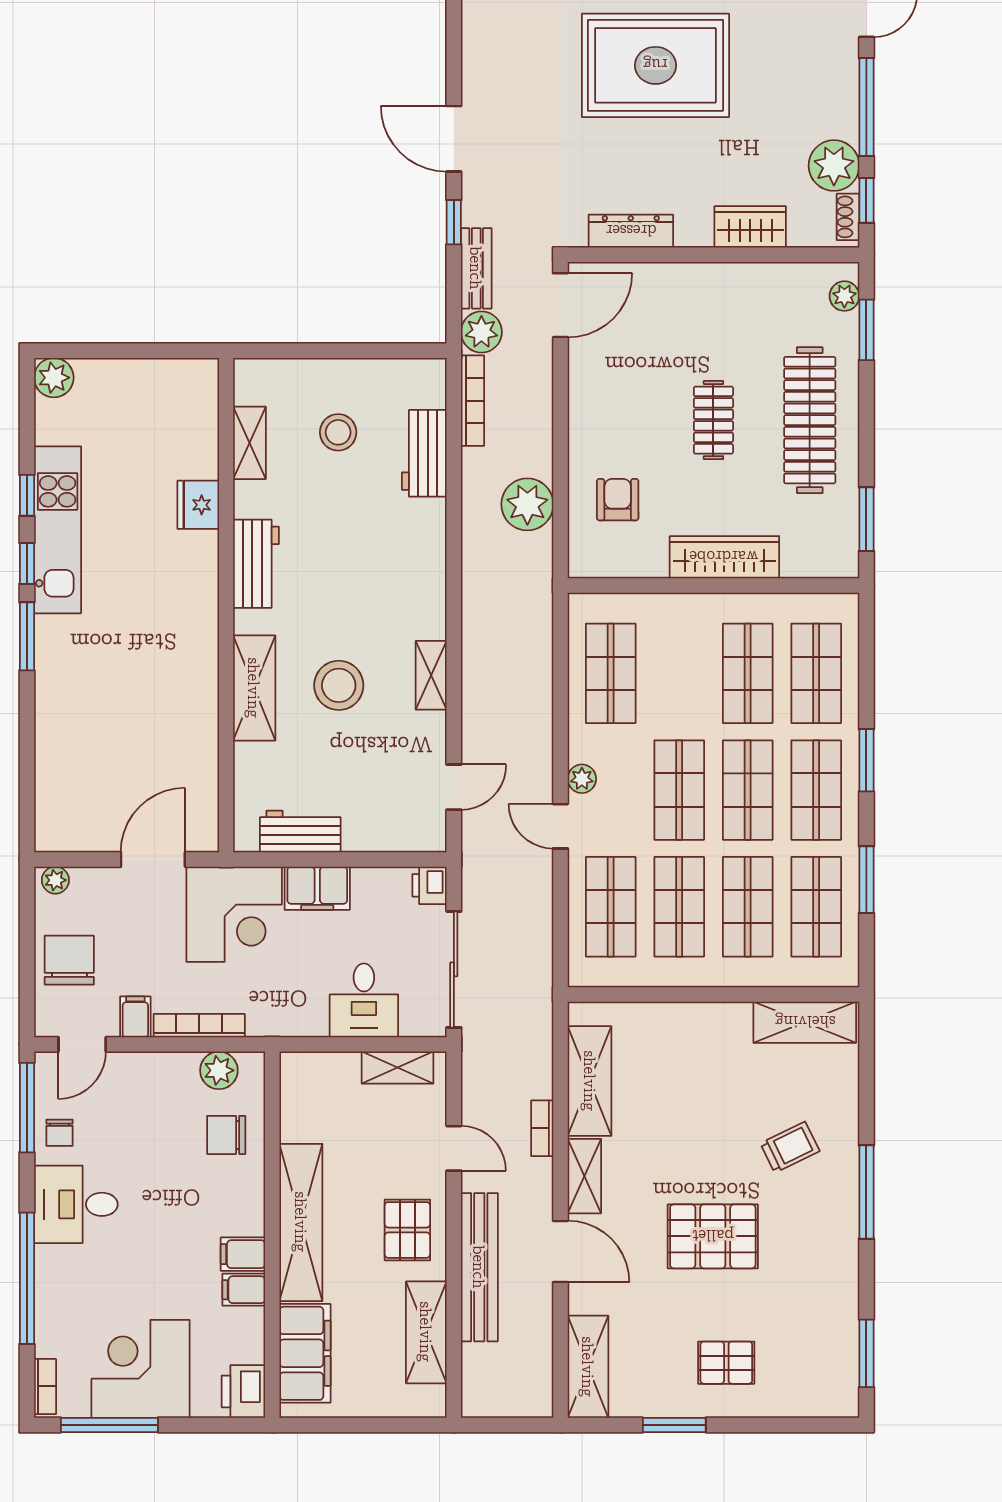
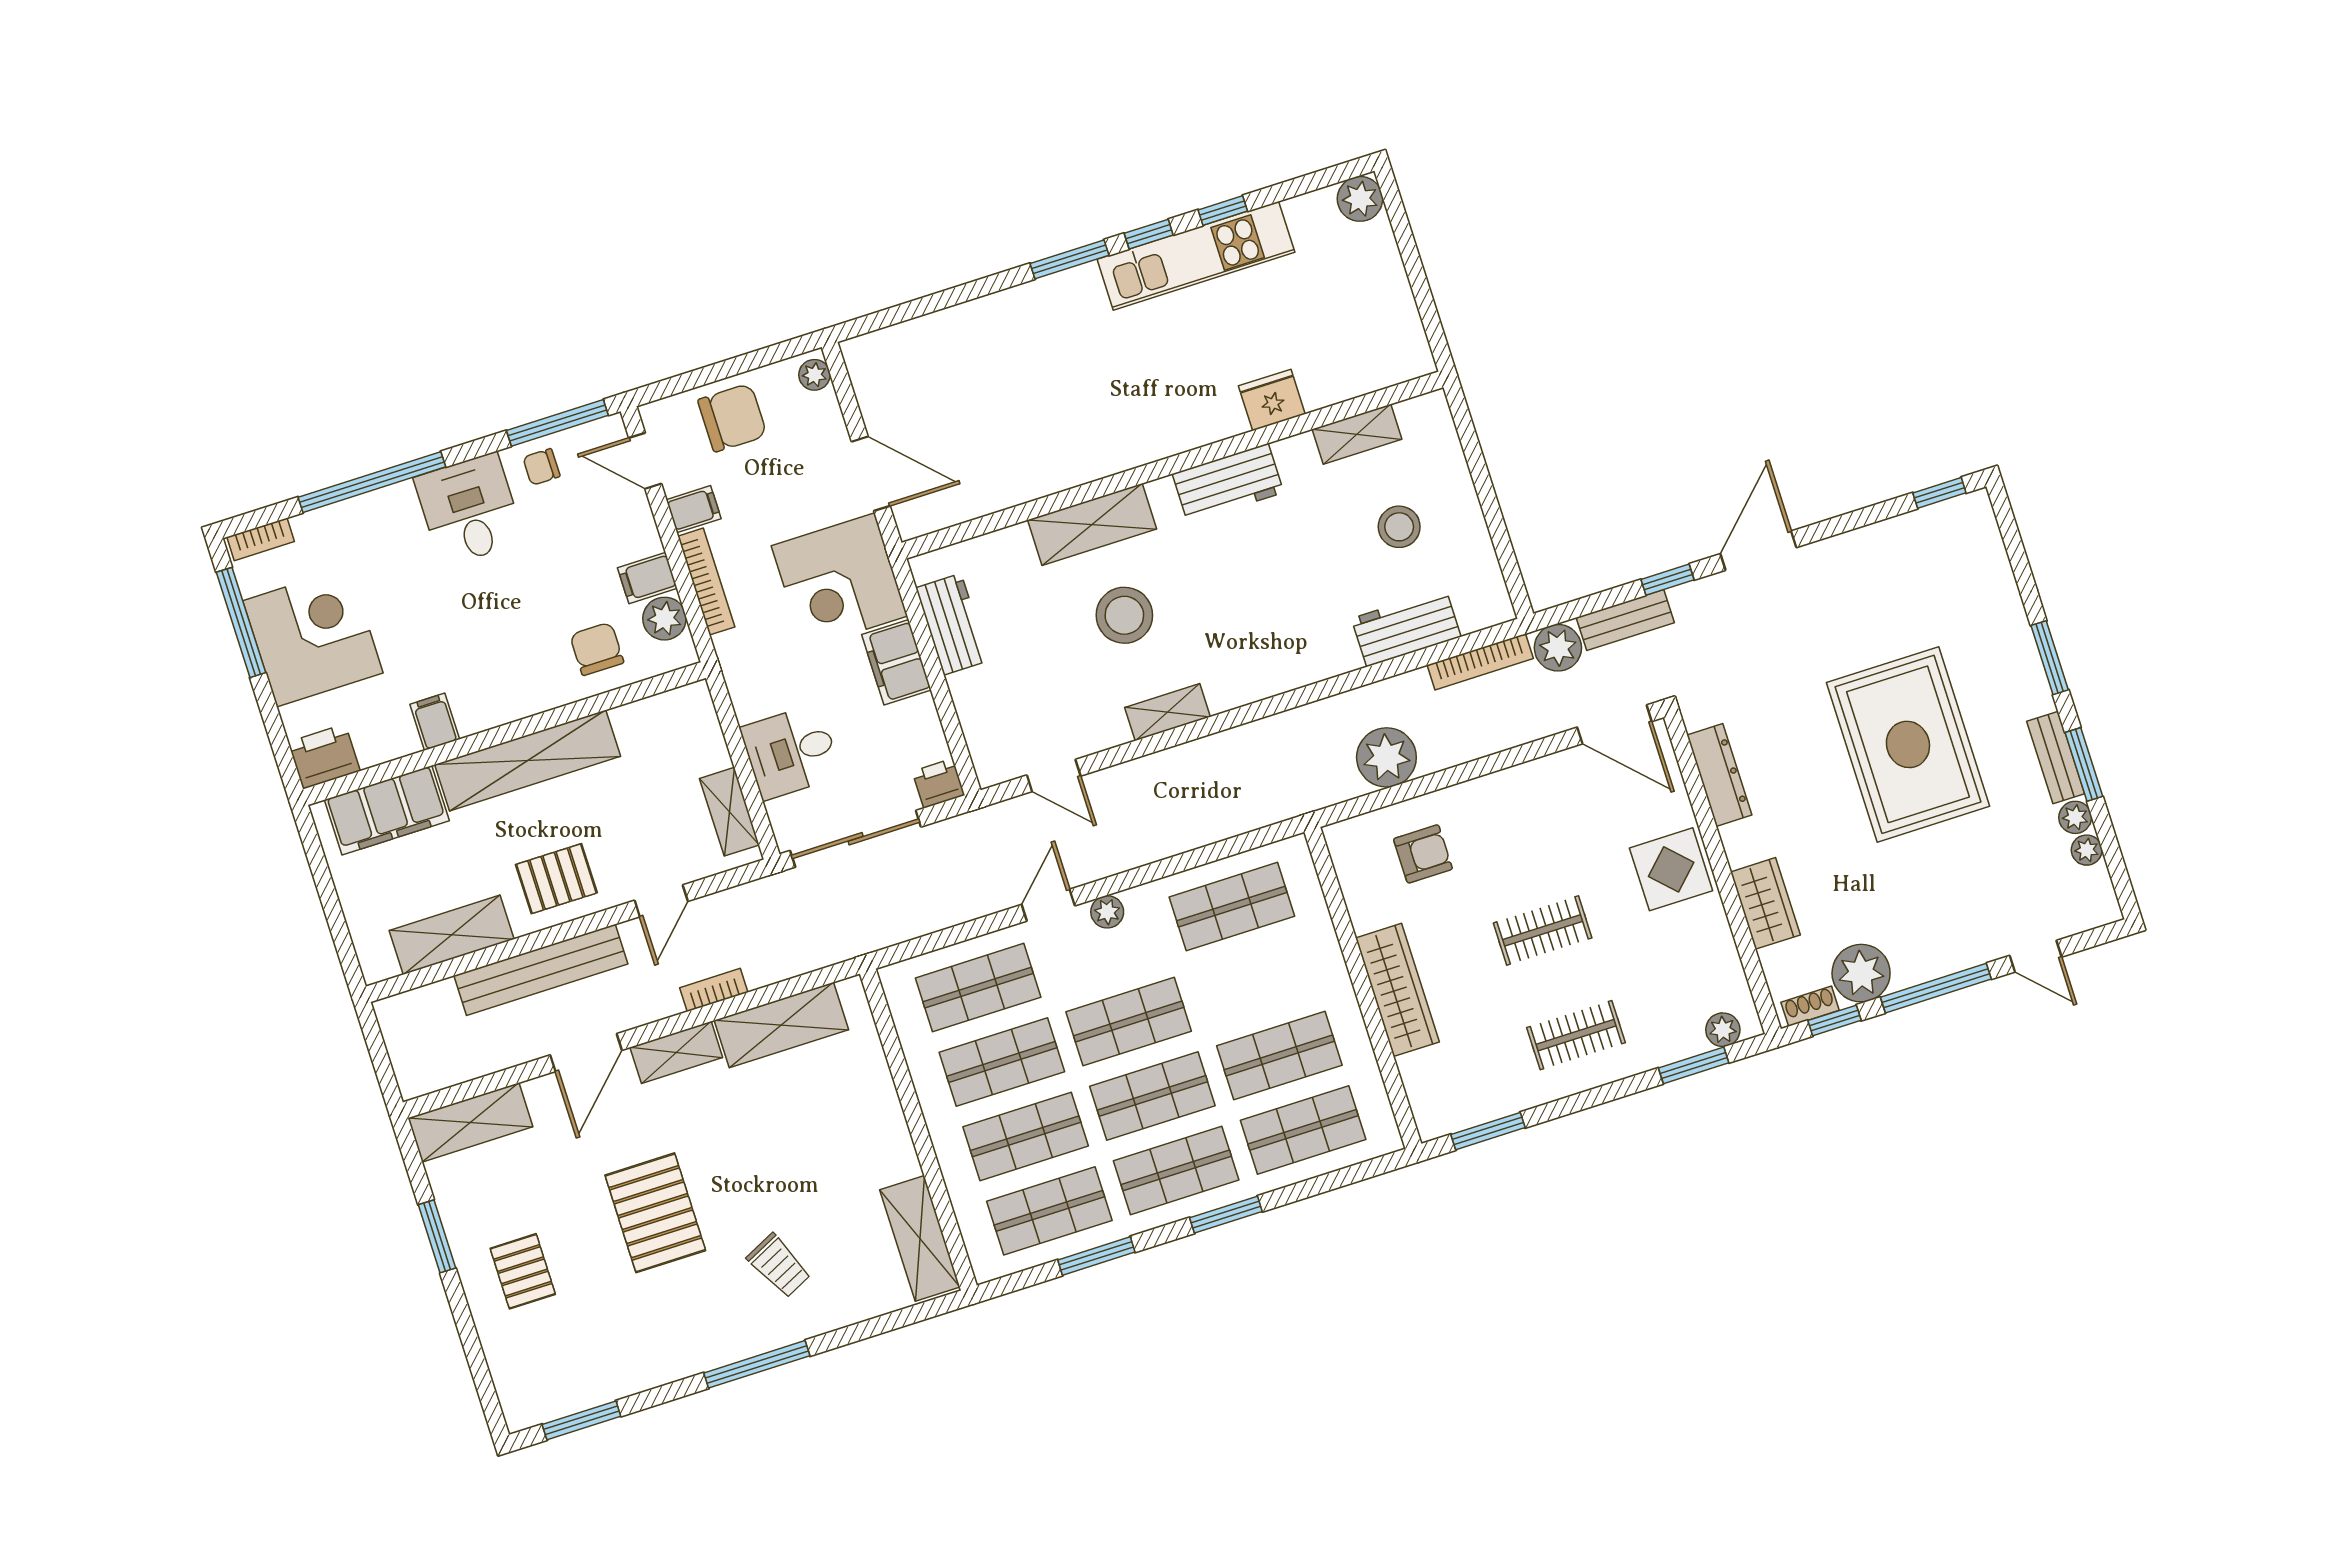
display table: (697, 297) -> (1671, 869), added
clothes rail: (810, 420) -> (1576, 1035), width x0.54, depth x0.76
filing cabinet: (243, 1254) -> (647, 578), moved, turned -90

